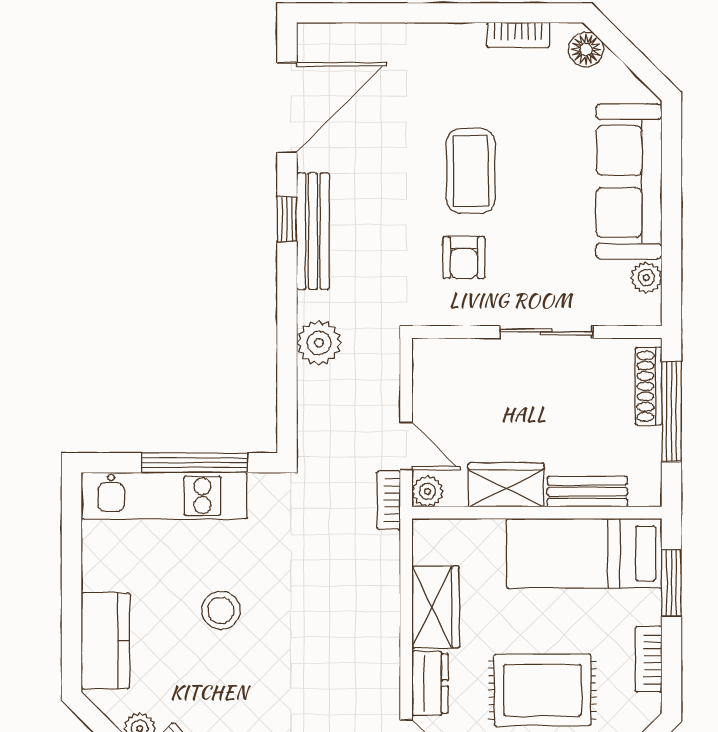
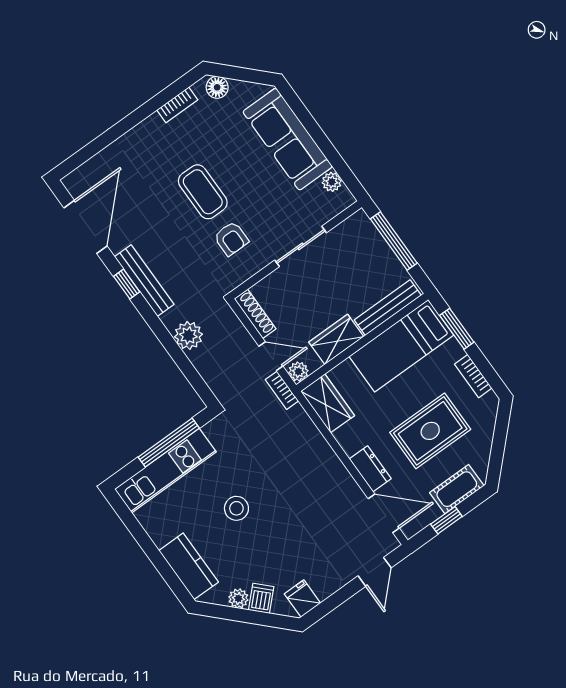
shoe rack: (649, 386) -> (255, 314), moved, turned 180
bench: (587, 492) -> (388, 308), width x1.36
wardrobe: (436, 607) -> (328, 403), moved

